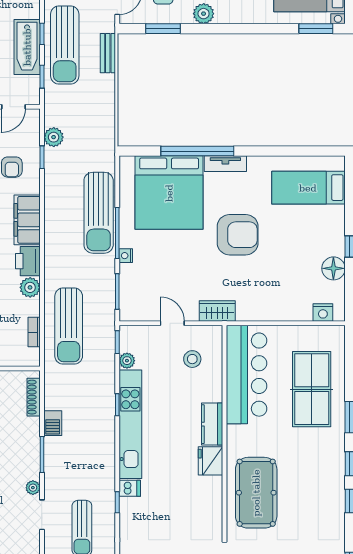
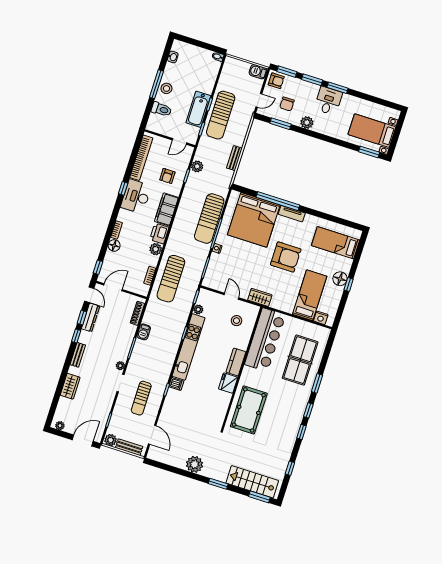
bench: (108, 53) -> (234, 158), moved
floor lamp: (333, 268) -> (340, 279), moved
bed: (294, 283) -> (310, 295), added

